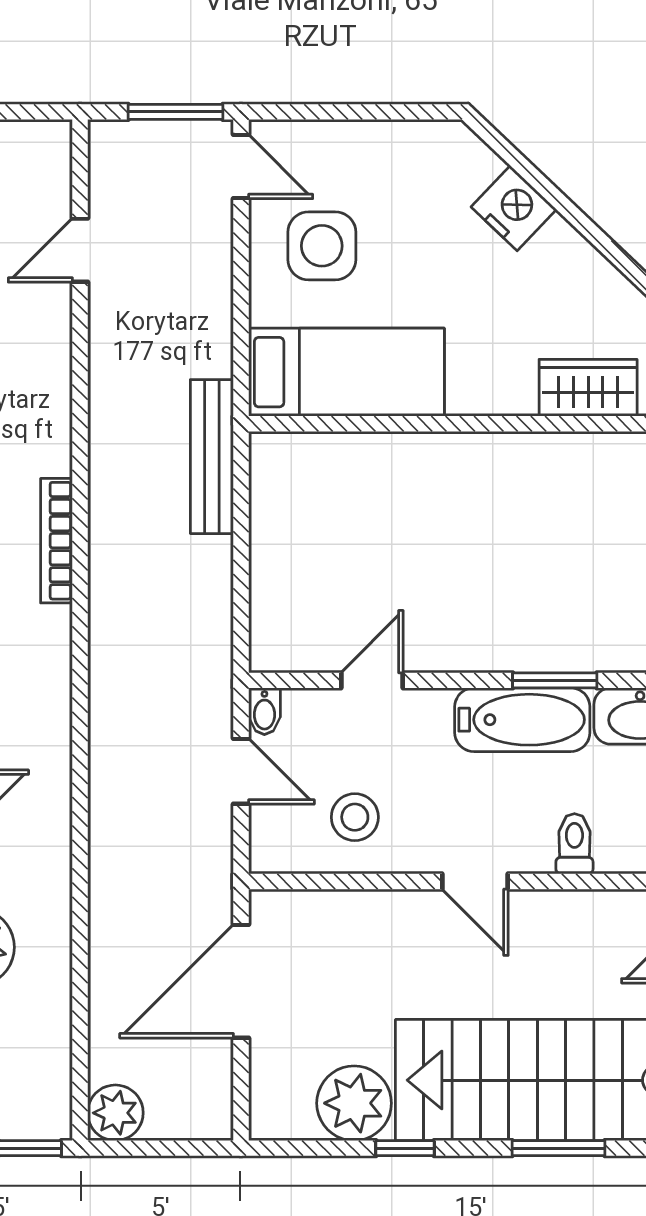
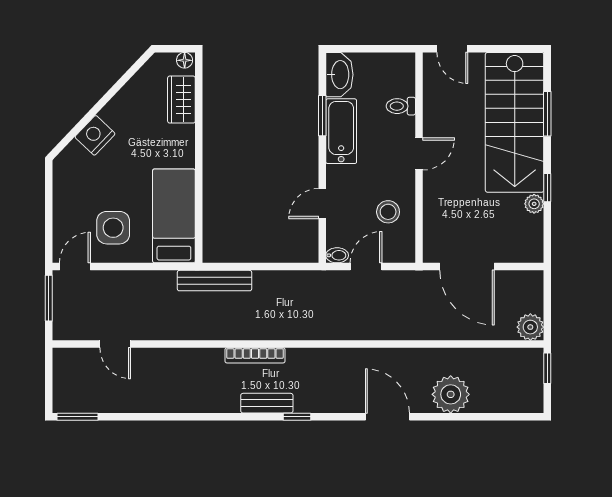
door: (372, 680) -> (322, 204), hinge flipped
plant: (354, 1103) -> (534, 204), width x0.53, depth x0.53

